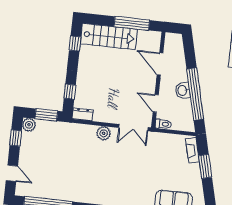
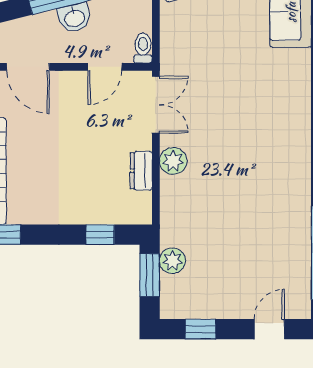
door: (160, 64) -> (28, 67), hinge flipped
dresser: (83, 114) -> (141, 171), moved
plant: (29, 125) -> (172, 261), moved

